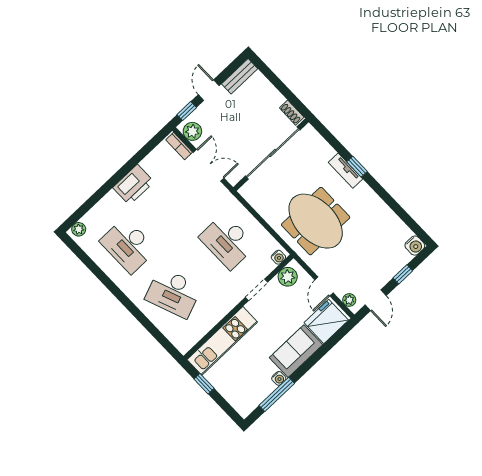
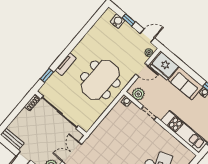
window: (357, 167) -> (47, 75), moved
desk: (227, 241) -> (120, 135), removed
water cooler: (415, 246) -> (118, 21), moved

